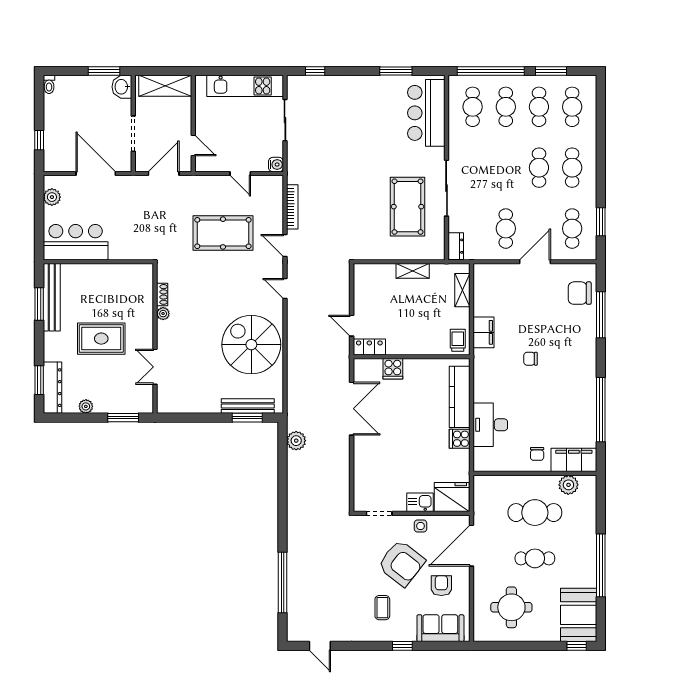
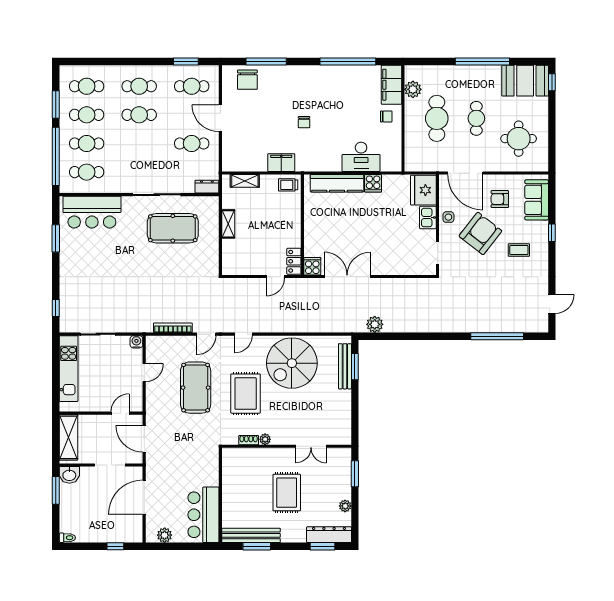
rug: (216, 291) -> (246, 394), added
cooker: (393, 369) -> (312, 266), moved, turned -90

